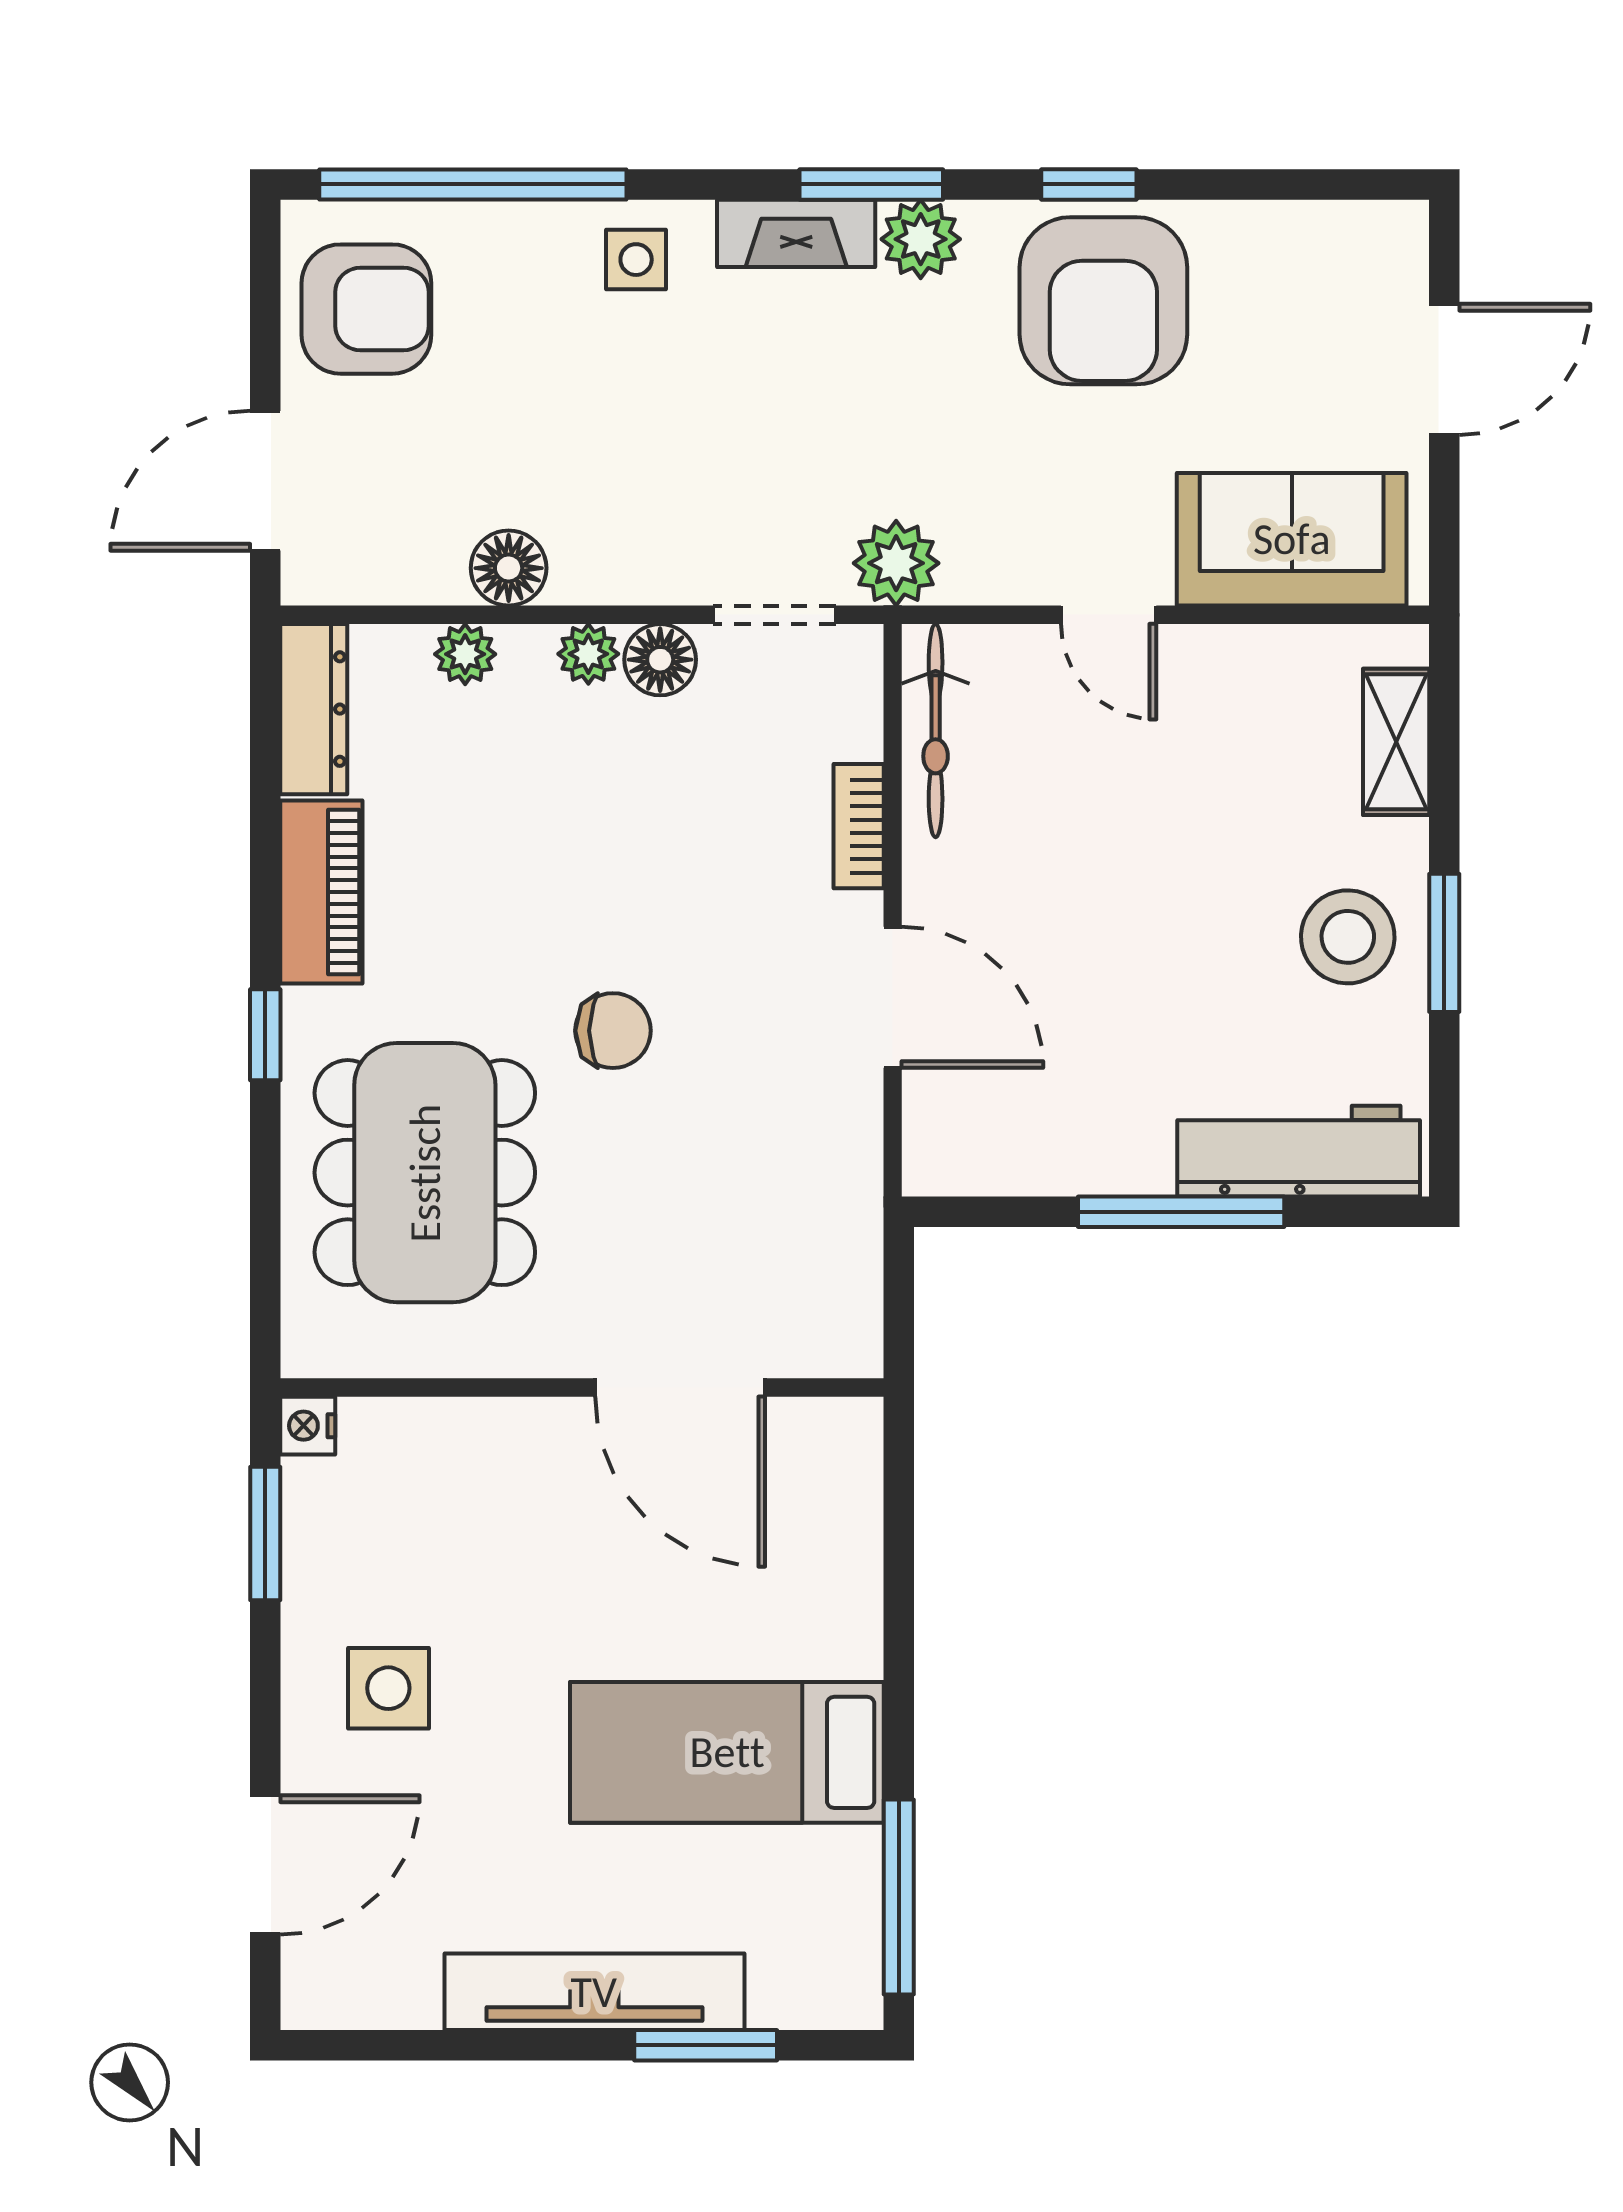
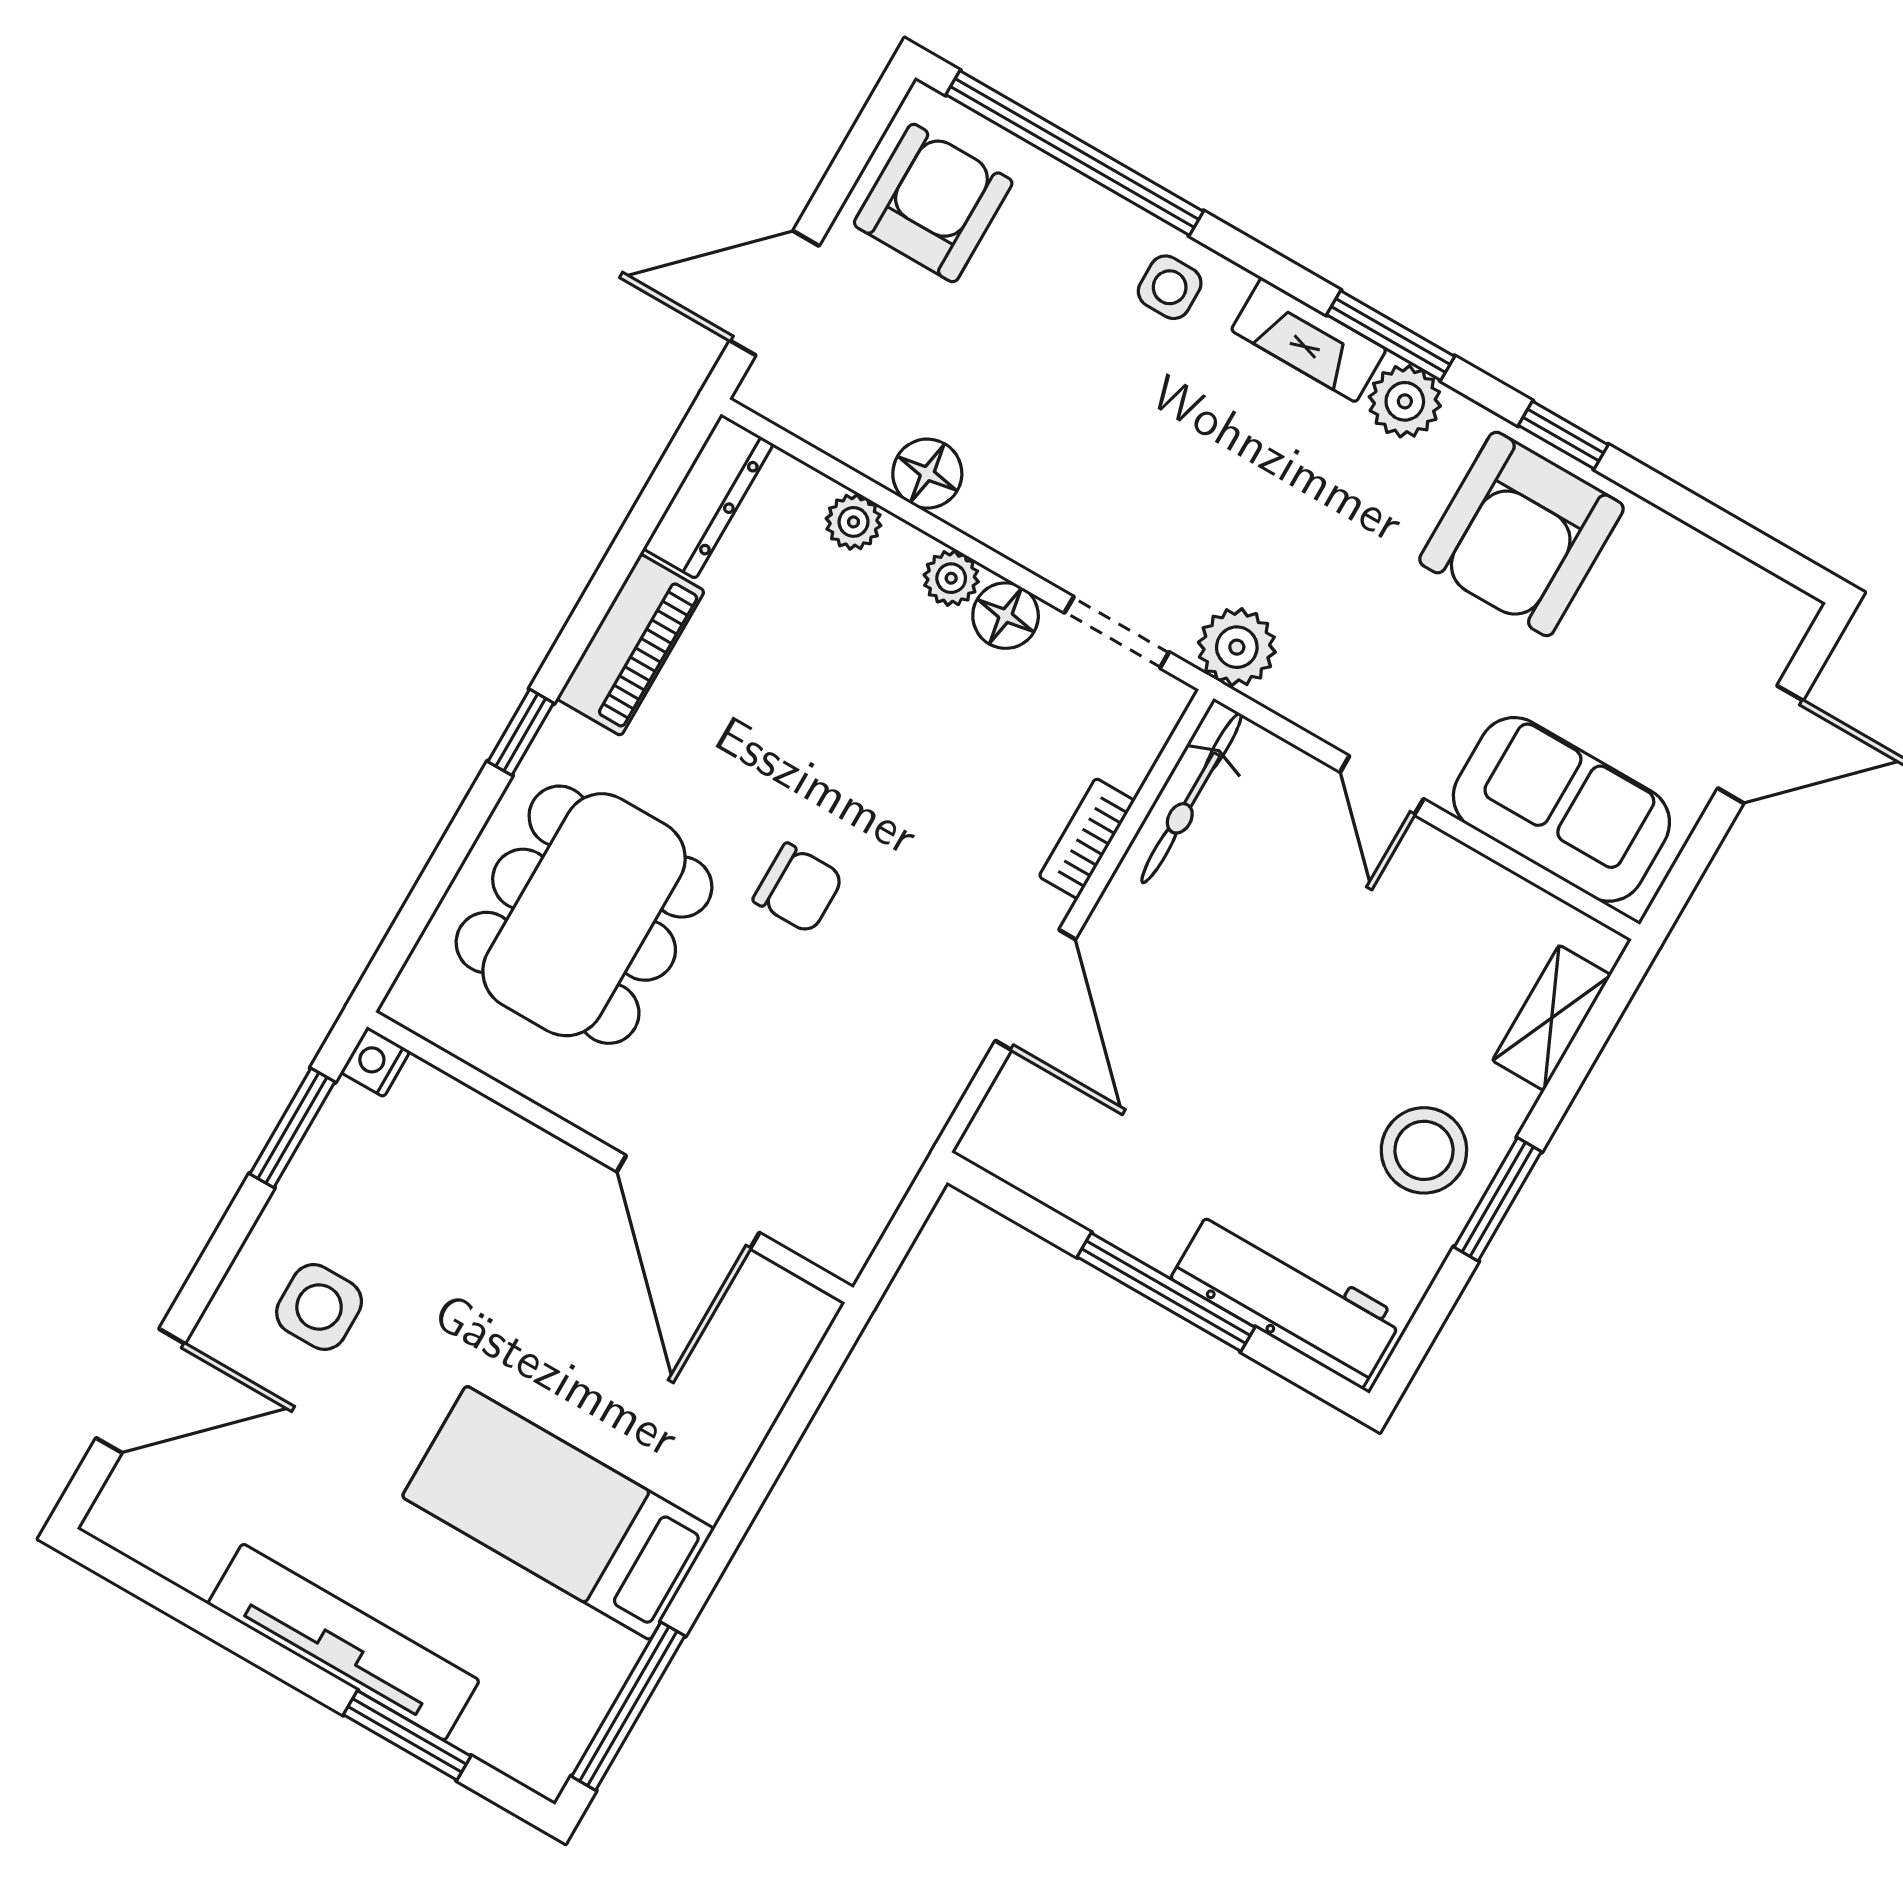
armchair: (366, 309) -> (933, 203), turned -90

